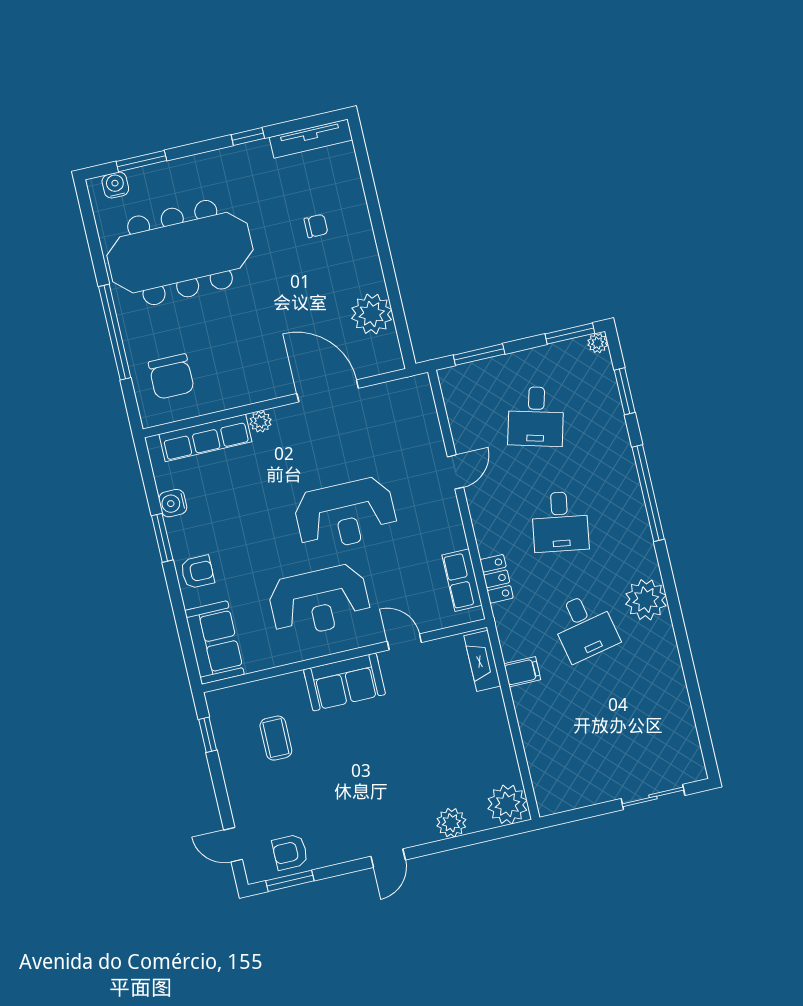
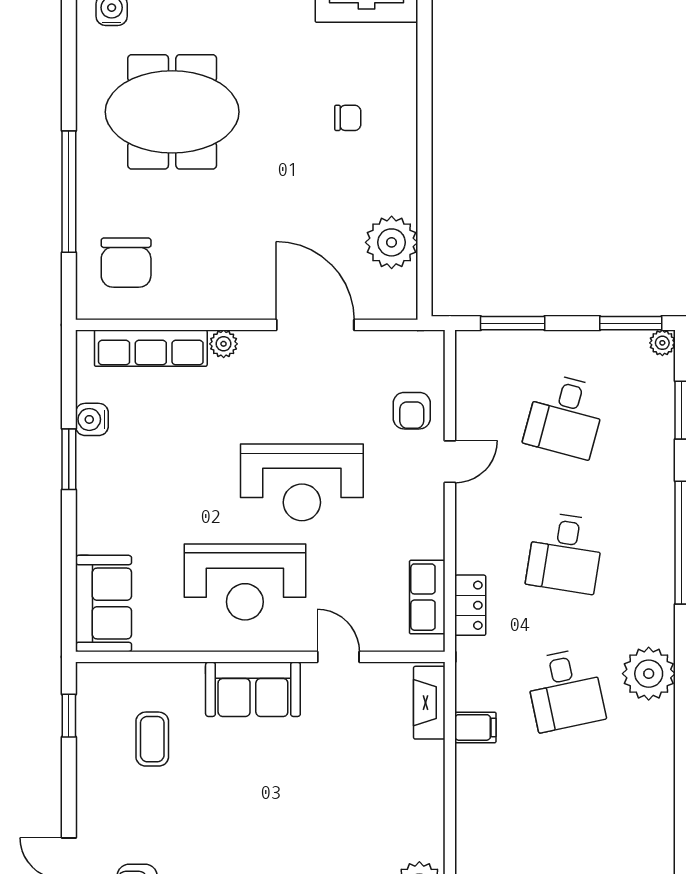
meeting table: (180, 253) -> (172, 112), width x0.73
armchair: (197, 572) -> (412, 411), moved, turned 90

